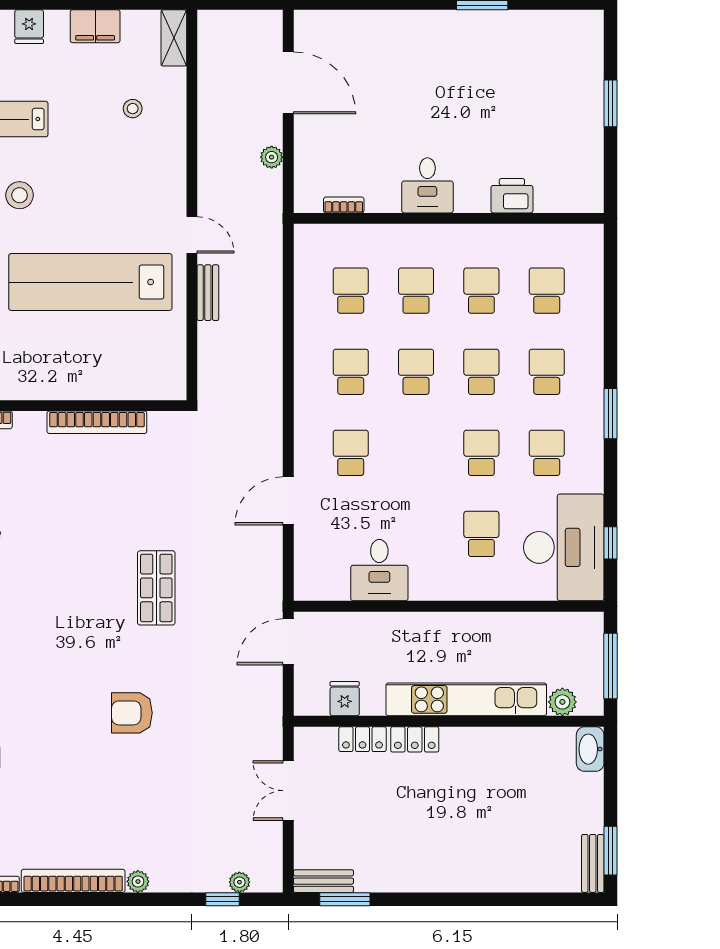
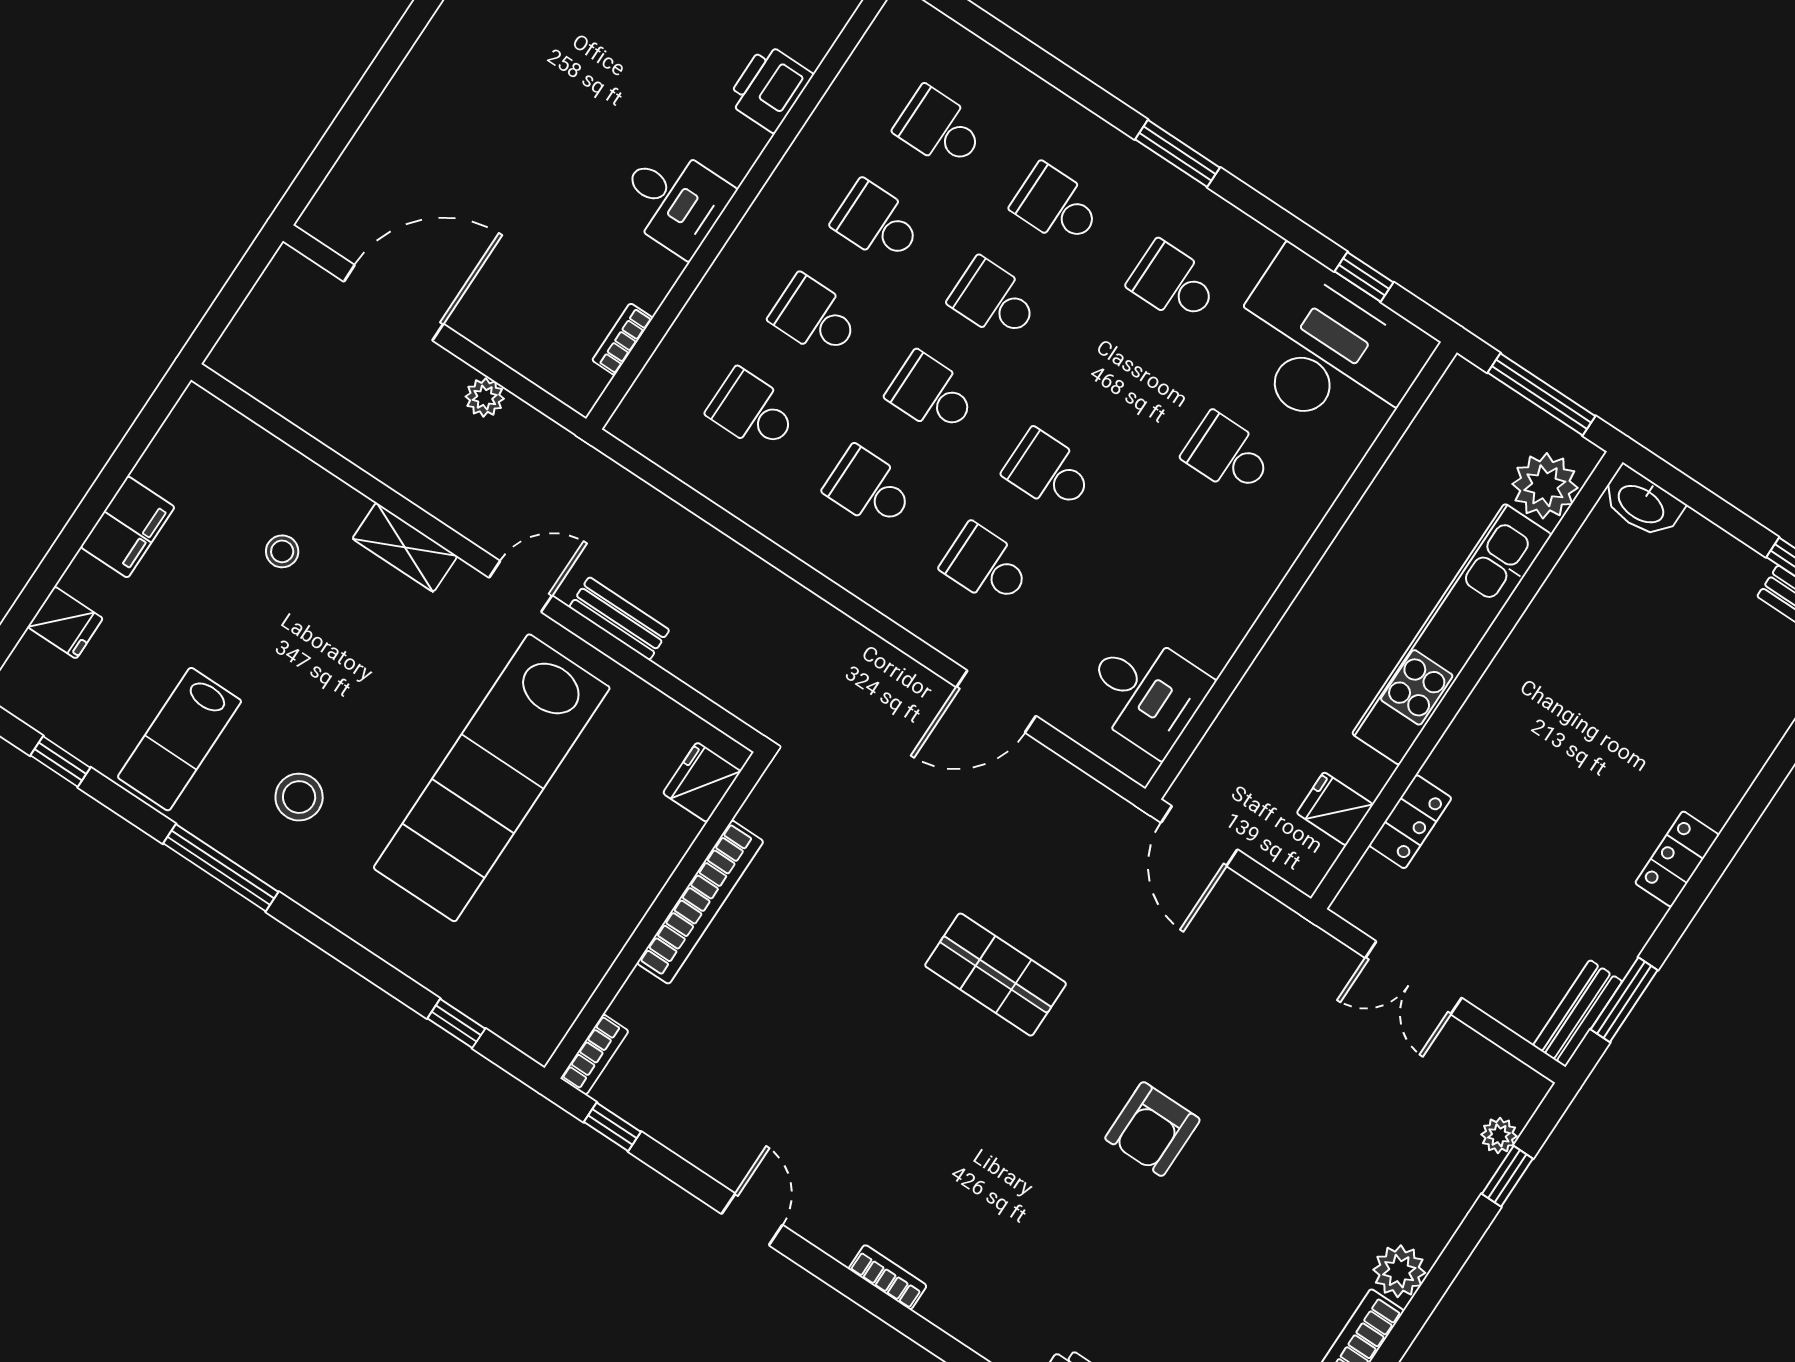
shelving: (174, 38) -> (405, 547), moved
fridge: (155, 385) -> (702, 782), added
school desk: (481, 453) -> (1049, 471), moved
door: (288, 501) -> (996, 702), hinge flipped
desk: (379, 570) -> (1145, 692), moved
plant: (562, 702) -> (1545, 486), width x1.36, depth x1.36
locker: (415, 739) -> (1677, 859), moved, turned 180
plant: (138, 881) -> (1399, 1271), width x1.38, depth x1.38

